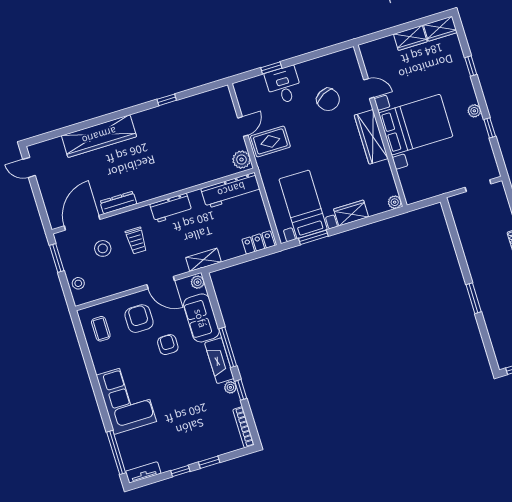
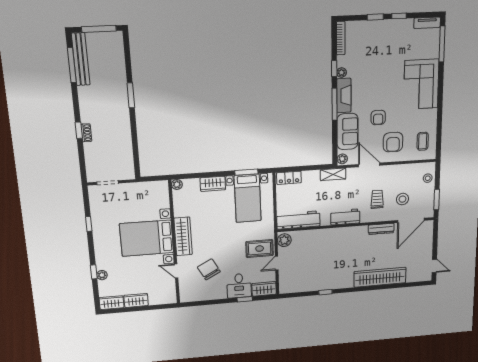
wardrobe: (250, 88) -> (264, 289), added
plant: (474, 111) -> (102, 275), moved

